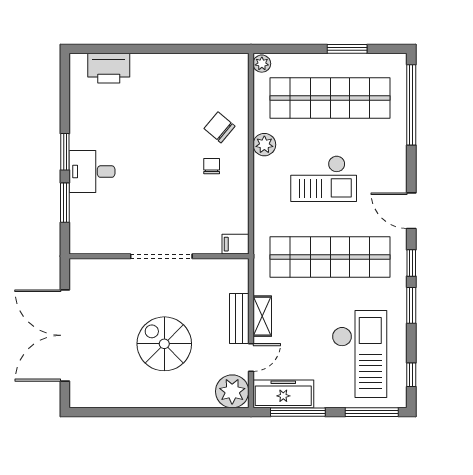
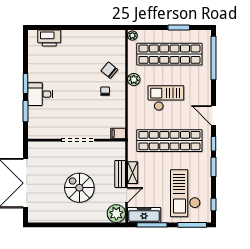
checkout: (324, 179) -> (166, 98), turned 180
checkout: (359, 354) -> (185, 193), turned 180

